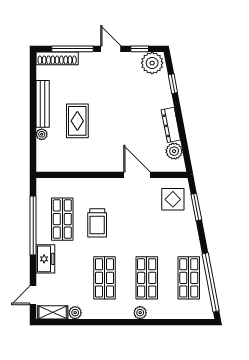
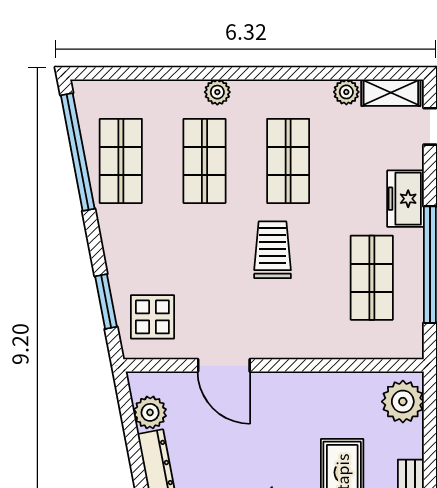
plant: (42, 134) -> (403, 402), moved, width x1.88, depth x1.88
trolley: (97, 223) -> (273, 250), moved

